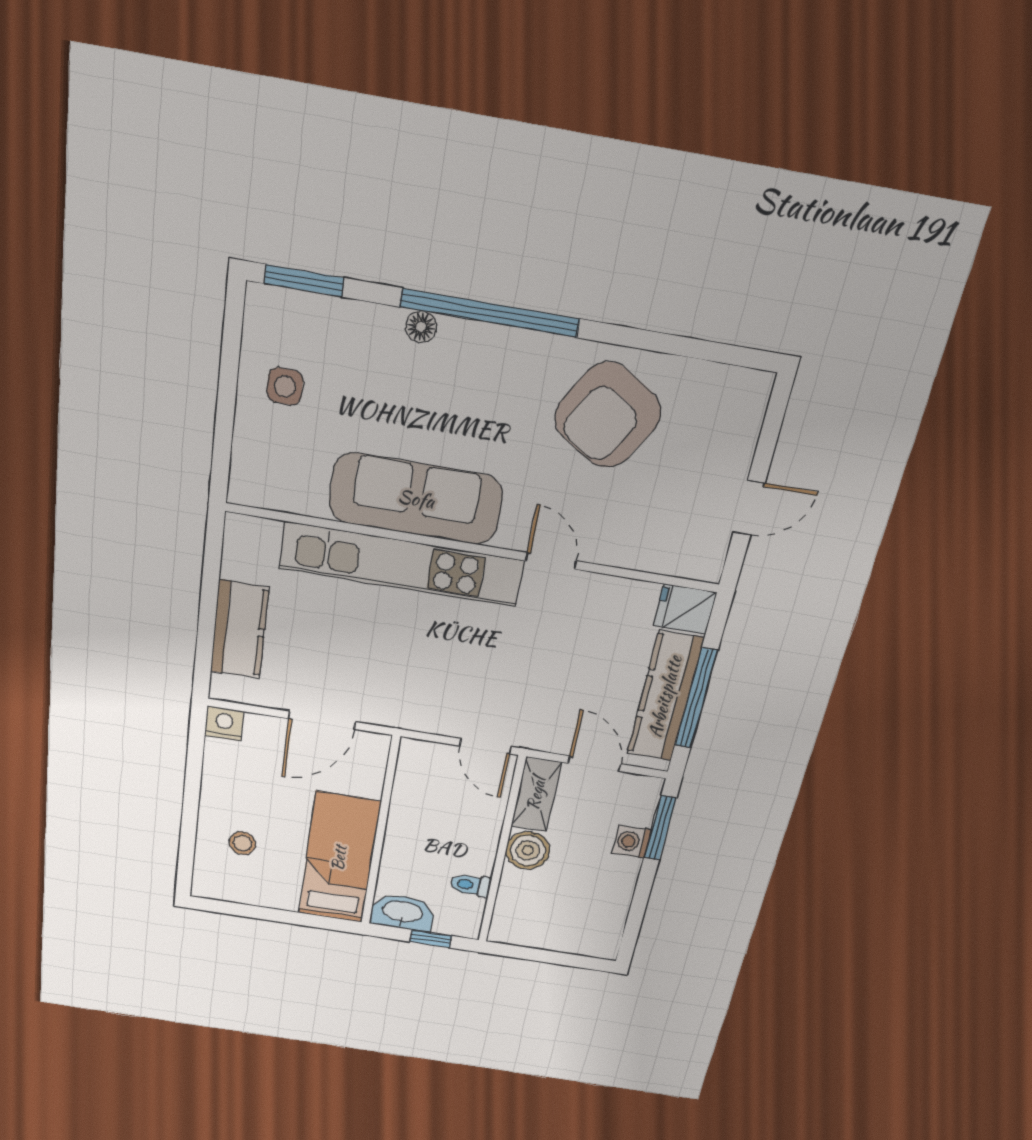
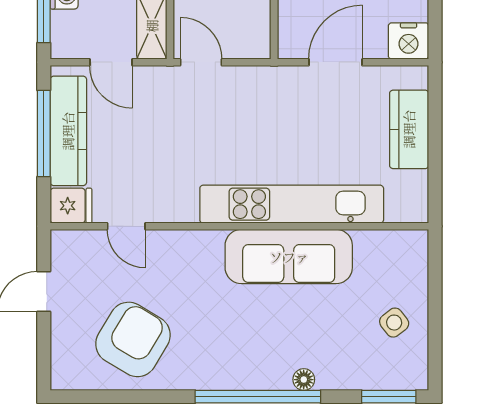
side table: (285, 386) -> (394, 323), turned -38
armchair: (608, 415) -> (133, 339), moved
door: (551, 561) -> (126, 226), moved
nightstand: (224, 723) -> (409, 41), width x1.36, depth x1.33

